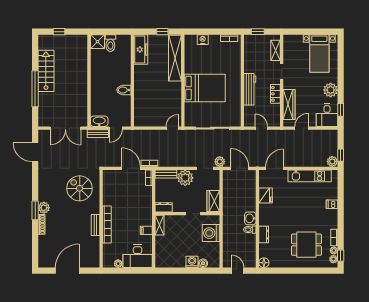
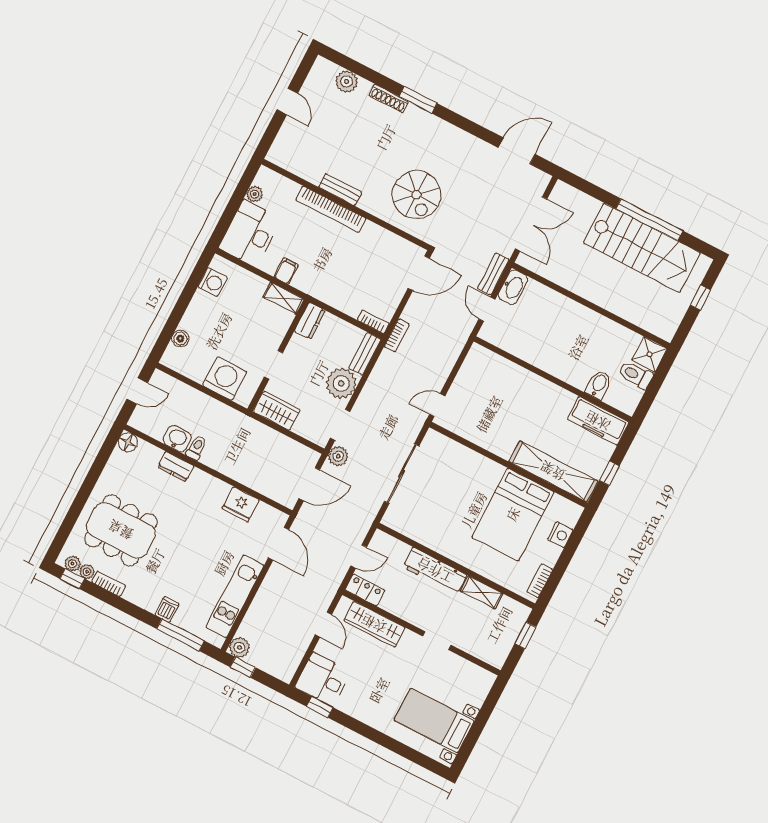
shelving: (275, 50) -> (482, 592), moved
stairs: (46, 71) -> (642, 248), width x1.36, depth x1.51
bed: (205, 88) -> (513, 514), moved
window: (35, 89) -> (649, 220), moved
bidet: (124, 90) -> (599, 385), moved
plant: (331, 90) -> (362, 707), removed
locker: (275, 94) -> (365, 590), moved
double door: (65, 128) -> (531, 224), swing flipped
door: (172, 128) -> (437, 405), swing flipped
door: (131, 168) -> (419, 273), moved
spiral stairs: (80, 188) -> (416, 195), turned 90
window: (341, 192) -> (180, 635), added
plant: (44, 208) -> (347, 82), moved
washbasin: (250, 218) -> (177, 439), moved
dining table: (306, 245) -> (121, 530), width x1.38
washing machine: (192, 262) -> (213, 282), moved
door: (67, 271) -> (287, 101), width x0.53

